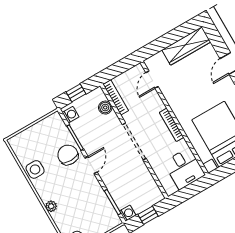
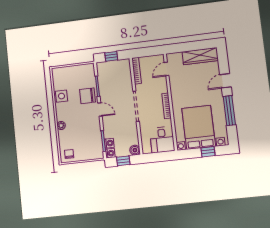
boiler: (105, 108) -> (135, 150), moved
washing machine: (71, 115) -> (109, 143), moved
chair: (68, 155) -> (87, 96), turned -90
door: (91, 165) -> (100, 109), hinge flipped

